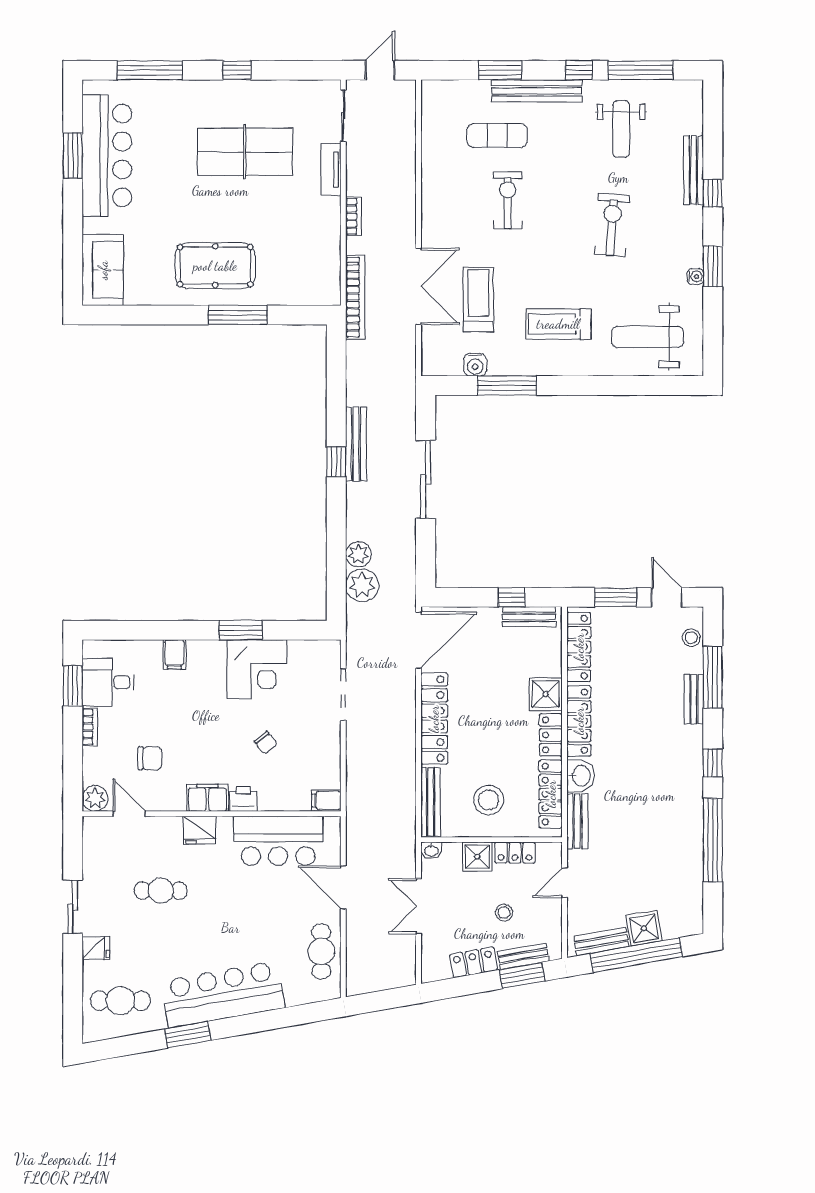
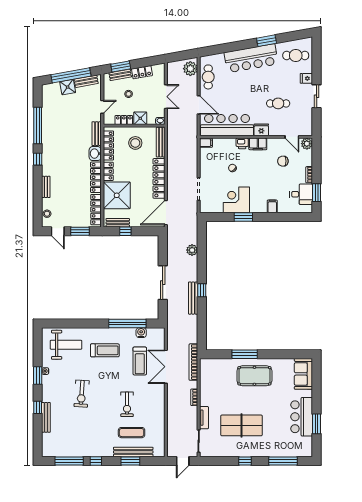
bench: (537, 91) -> (133, 452), moved
weight bench: (621, 129) -> (78, 435), removed
bar counter: (107, 155) -> (302, 417), width x0.73
window: (507, 386) -> (127, 324), width x1.46
plant: (362, 585) -> (190, 69), moved
window: (713, 677) -> (38, 196), removed
shower: (546, 694) -> (117, 195), width x1.86, depth x1.86
bar counter: (278, 841) -> (227, 125), width x1.36

